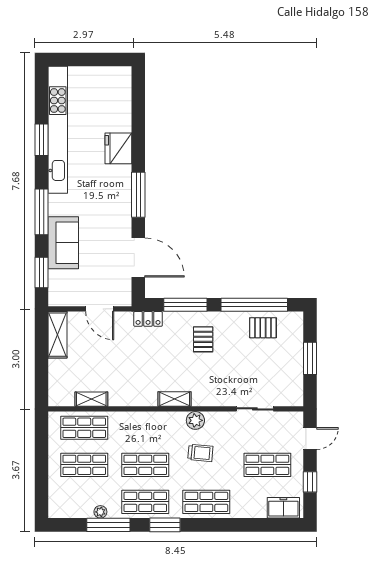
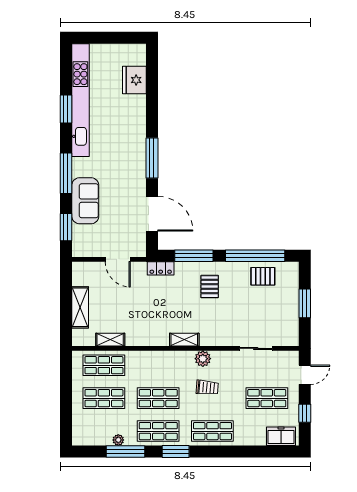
fridge: (118, 148) -> (134, 80), moved
shelving: (58, 335) -> (80, 307), moved

